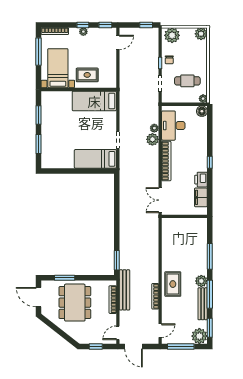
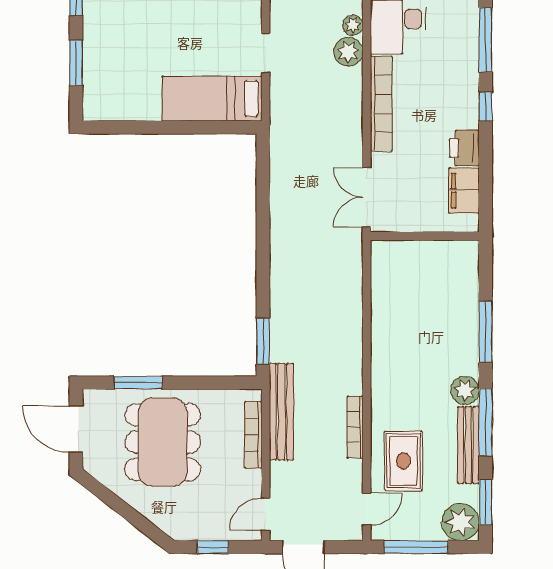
window: (210, 134) -> (486, 40), added
rug: (173, 284) -> (403, 461), moved

